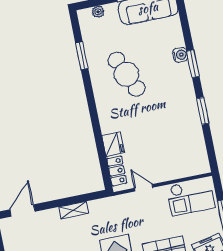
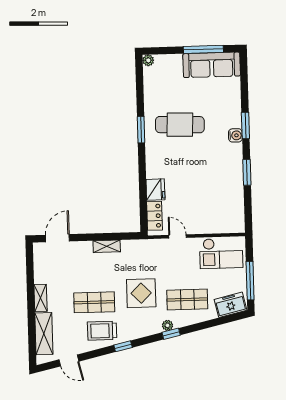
plant: (98, 12) -> (148, 60), moved
water cooler: (180, 55) -> (235, 135), moved
window: (82, 56) -> (141, 130), moved
cafe table: (126, 74) -> (180, 125), turned -64

